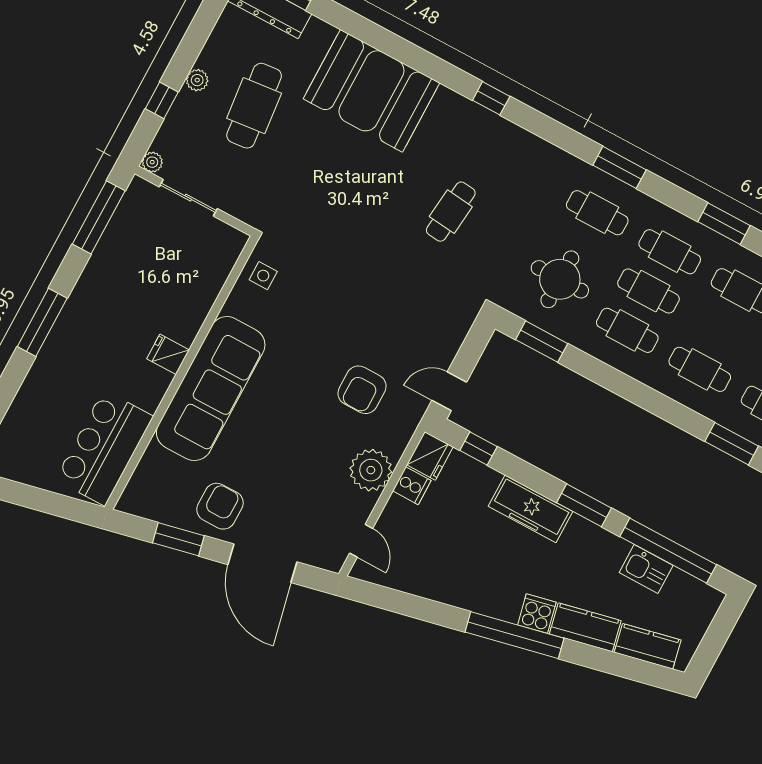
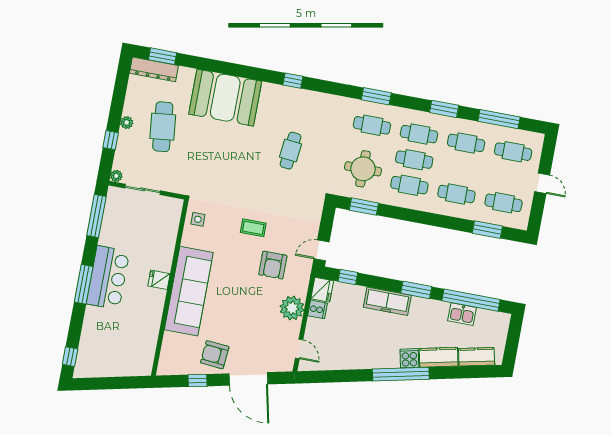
coffee table: (349, 319) -> (253, 228), added
bar counter: (104, 448) -> (108, 278), moved, turned 180
armchair: (220, 506) -> (215, 355), turned -85
window: (178, 539) -> (198, 380), width x0.67

